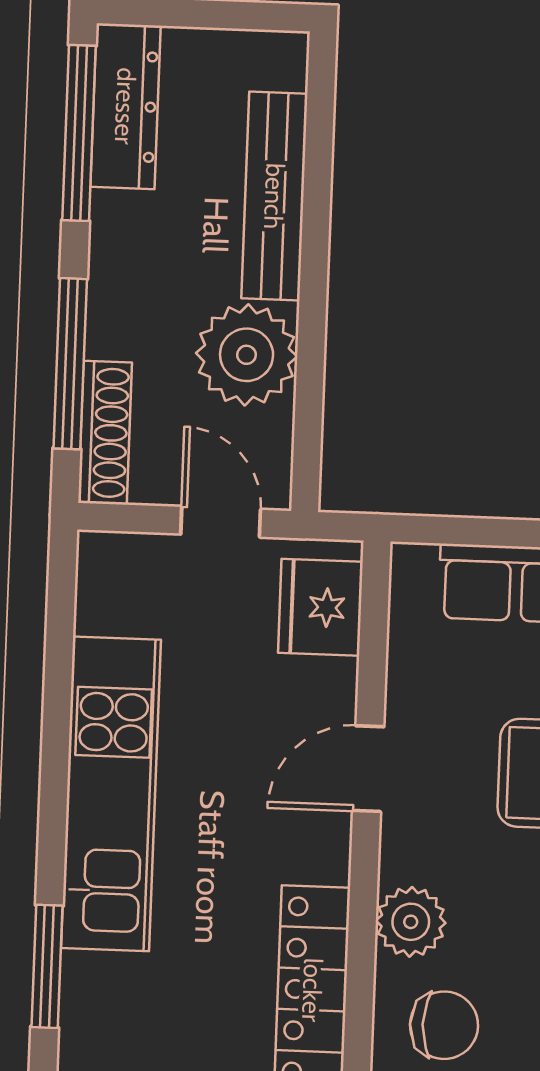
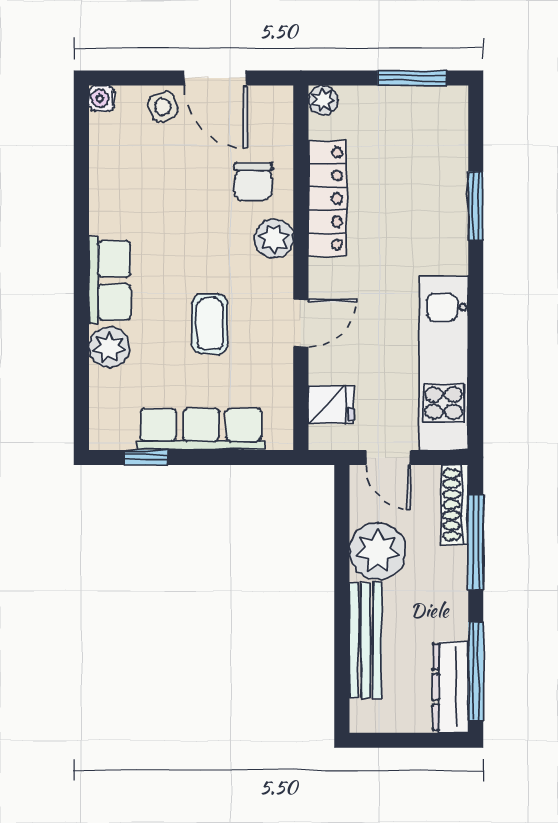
fridge: (320, 607) -> (331, 405), width x0.72
kitchen unit: (111, 794) -> (444, 363), moved
chair: (444, 1025) -> (253, 182), turned -90

